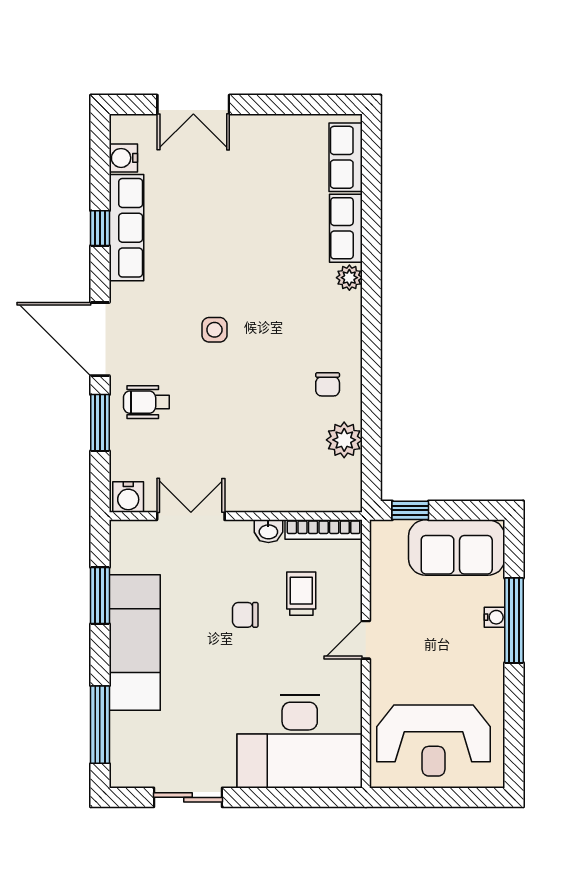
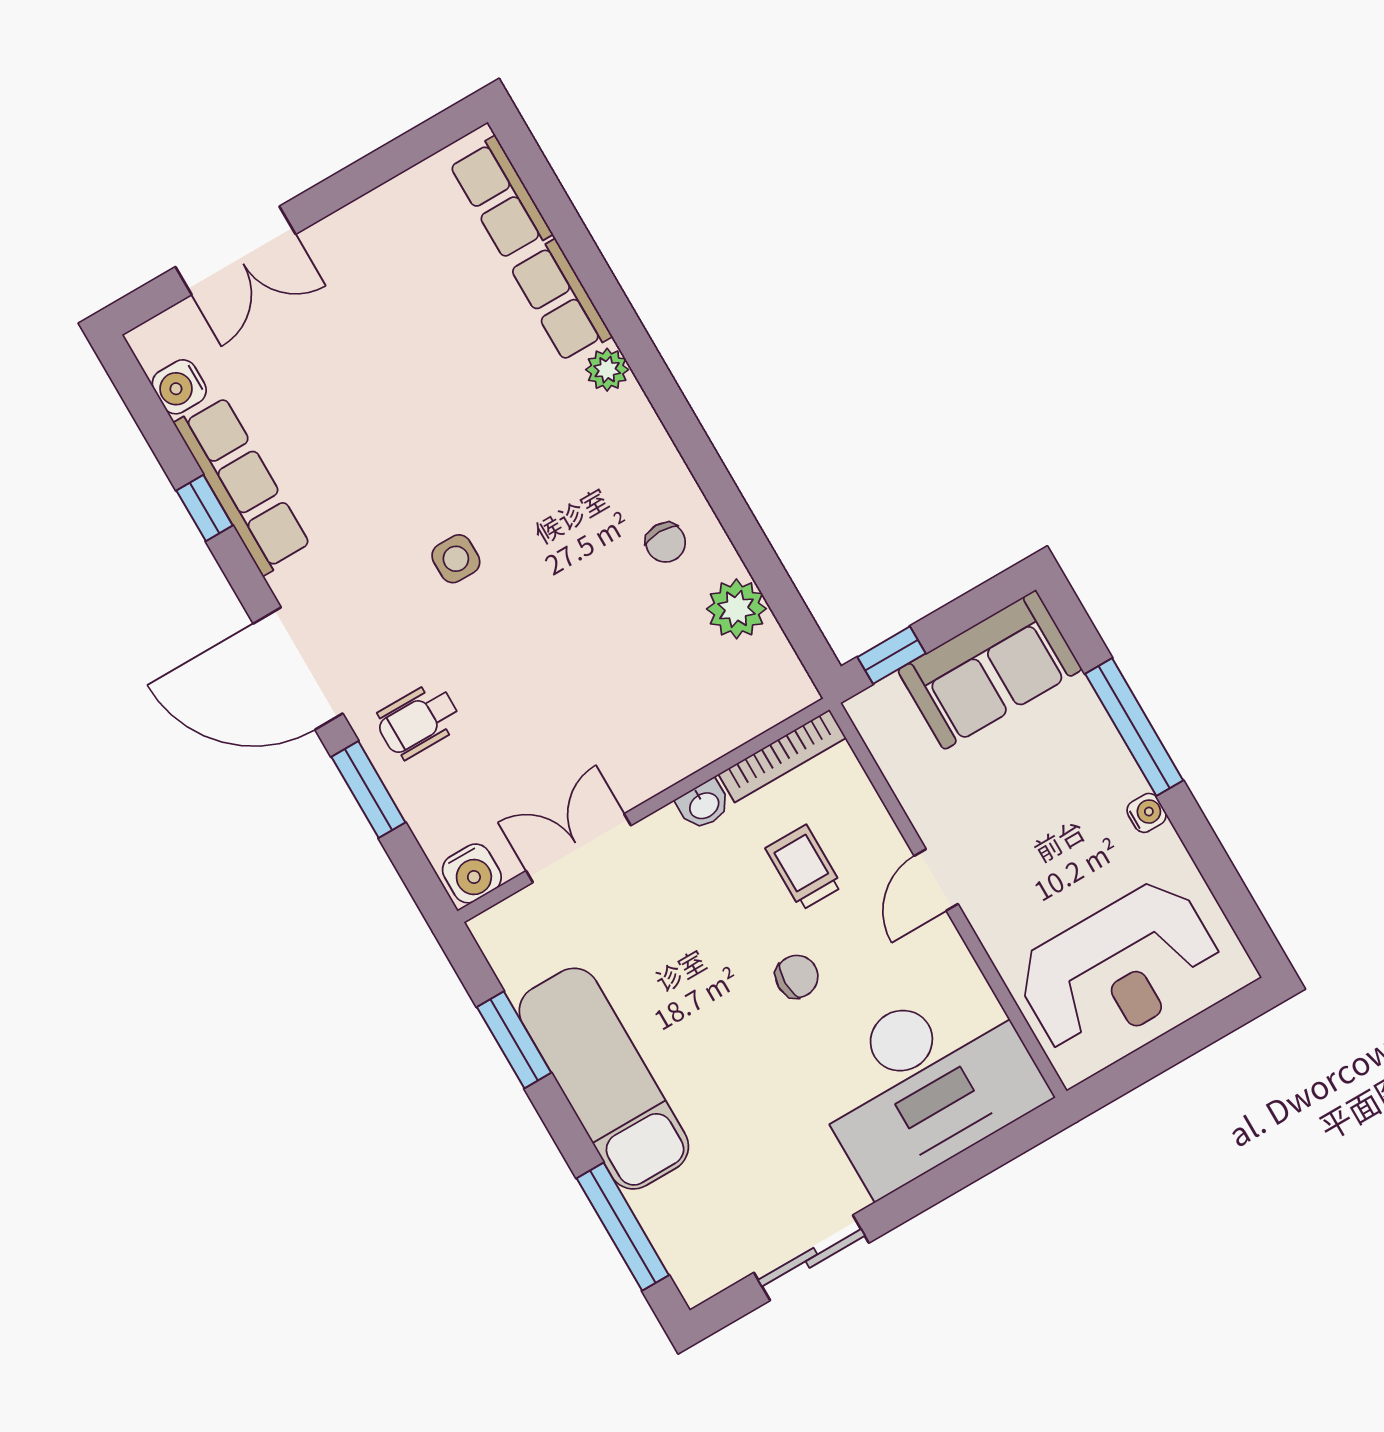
chair: (245, 615) -> (797, 976), moved, turned 180
water cooler: (495, 617) -> (1147, 813), moved

